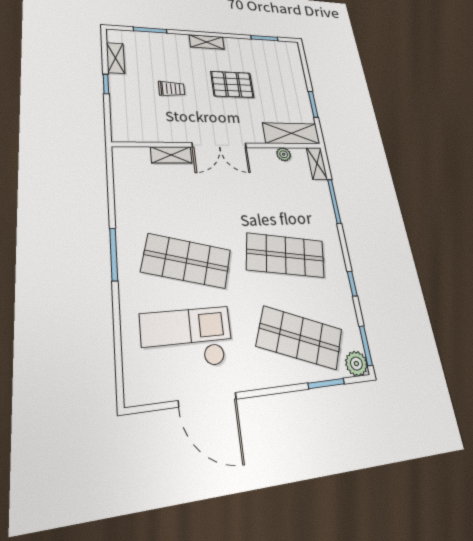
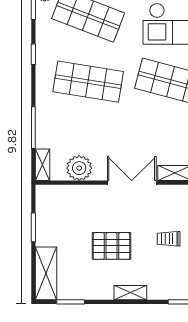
shelving: (291, 133) -> (46, 273), moved, turned 90
plant: (284, 154) -> (79, 168), width x1.88, depth x1.88

